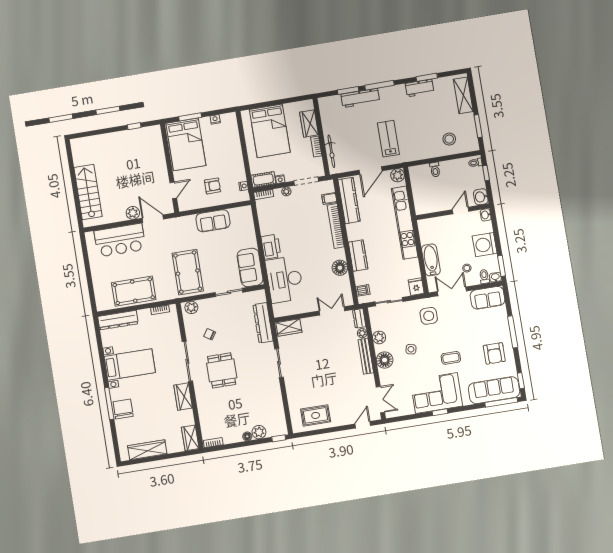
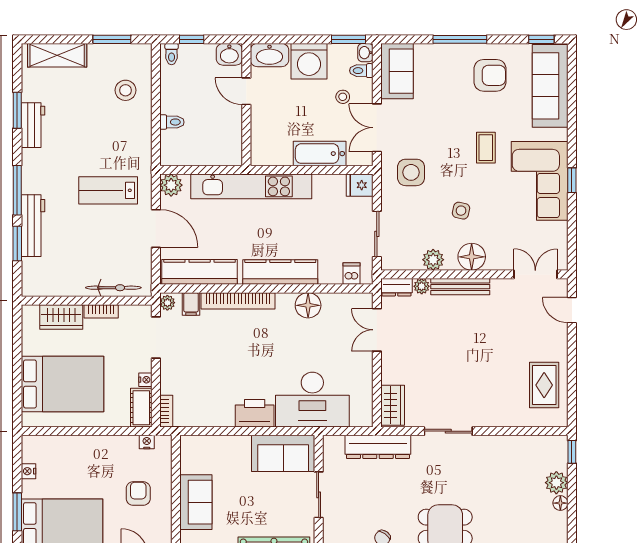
plant: (286, 191) -> (167, 303), moved
washbasin: (486, 215) -> (269, 55), width x1.91, depth x1.45
kitchen counter: (358, 256) -> (280, 272), width x1.50
window: (501, 402) -> (572, 77), removed

